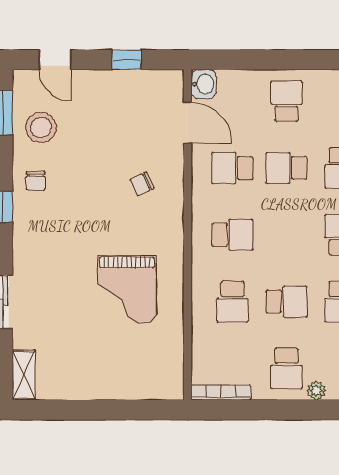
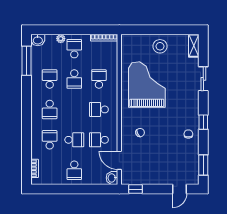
door: (55, 60) -> (180, 189), swing flipped
window: (127, 60) -> (135, 189), moved
stool: (41, 127) -> (160, 46), moved
school desk: (232, 168) -> (99, 140), turned 180
grand piano: (127, 290) -> (147, 85), width x1.37, depth x1.48
school desk: (286, 302) -> (74, 79), turned -90

